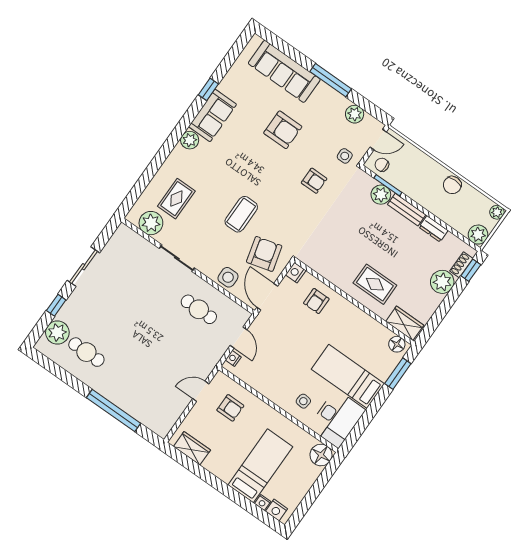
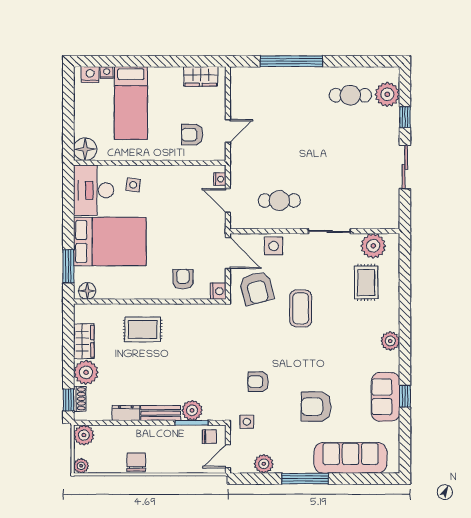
sofa: (213, 115) -> (386, 397), moved
wardrobe: (405, 323) -> (84, 341), moved, turned -90
bed: (348, 376) -> (110, 242), width x1.50

